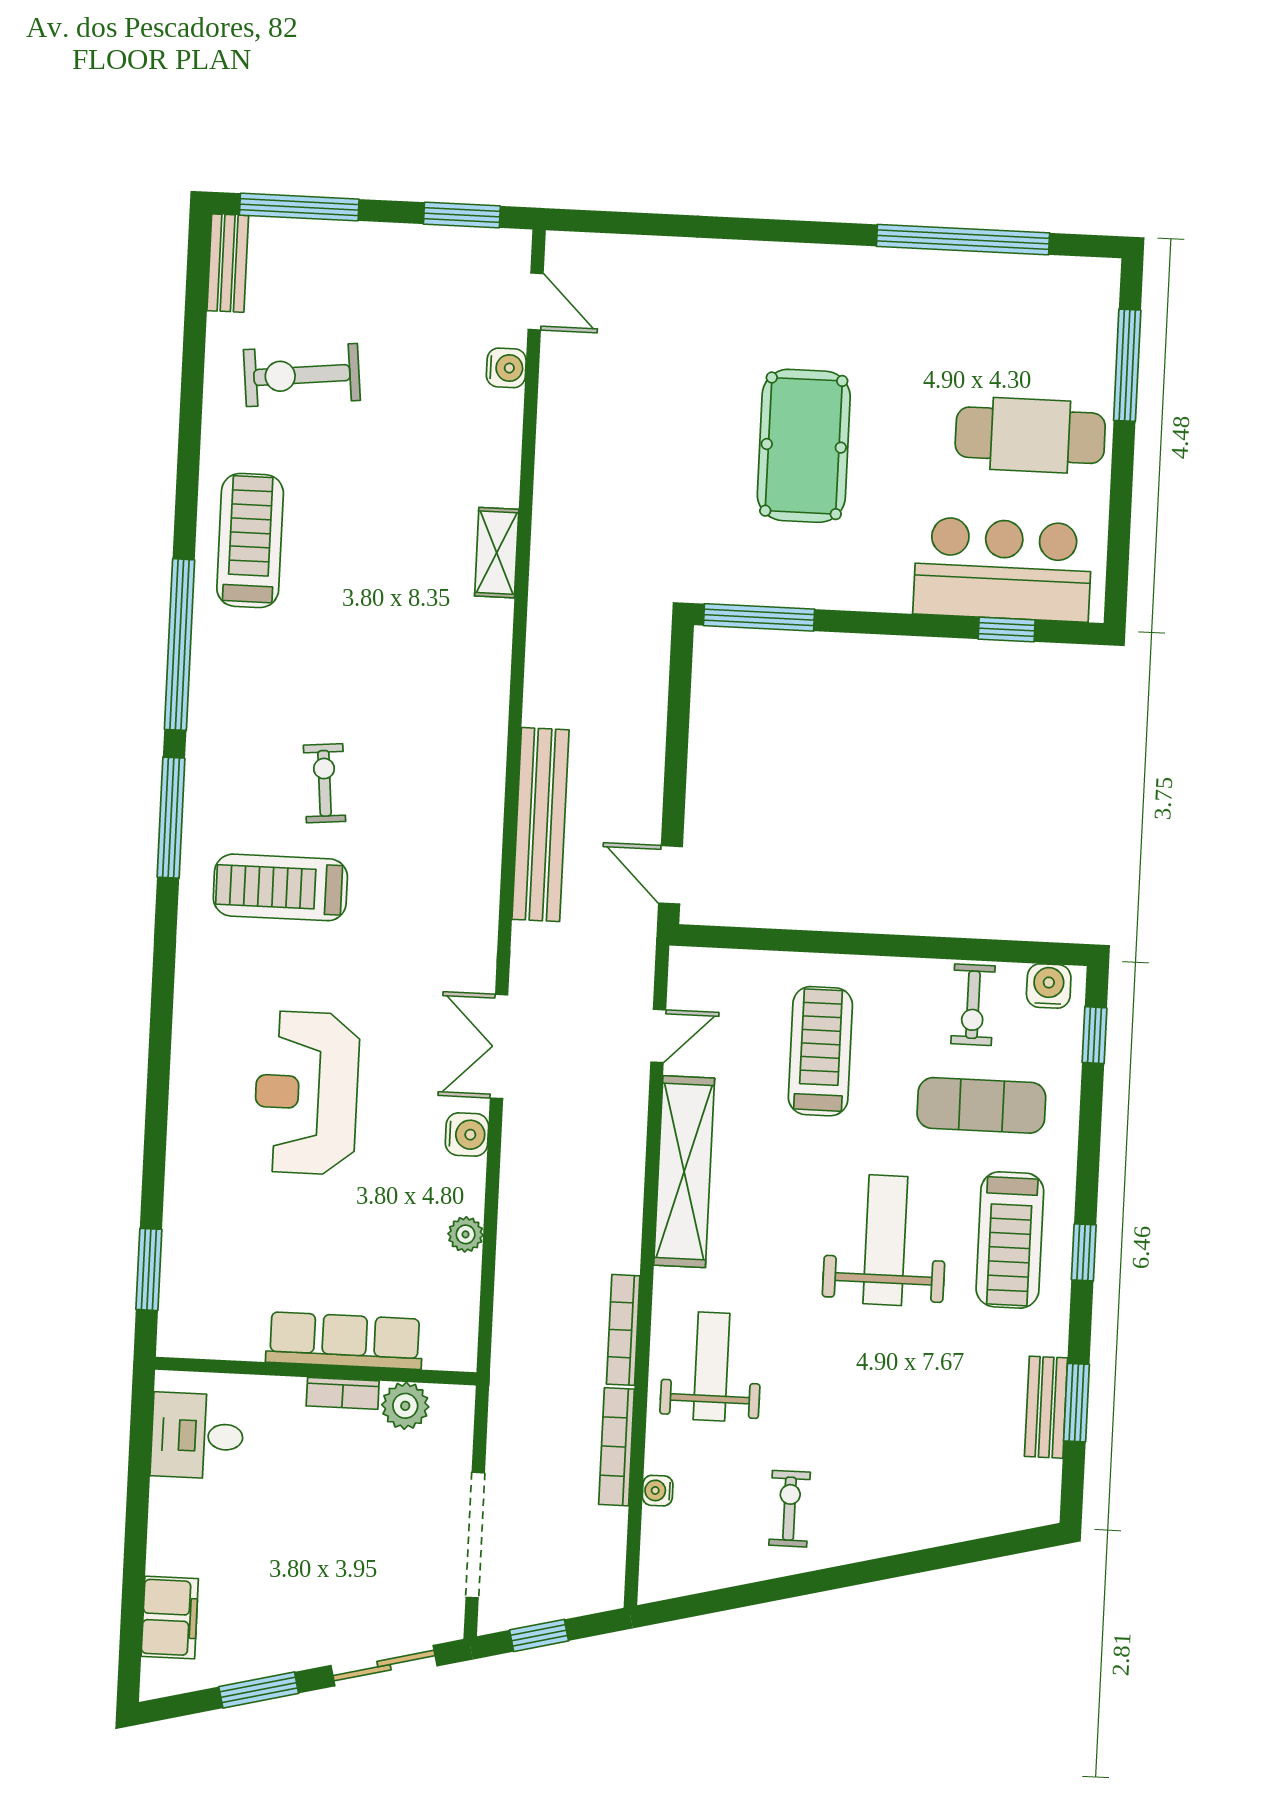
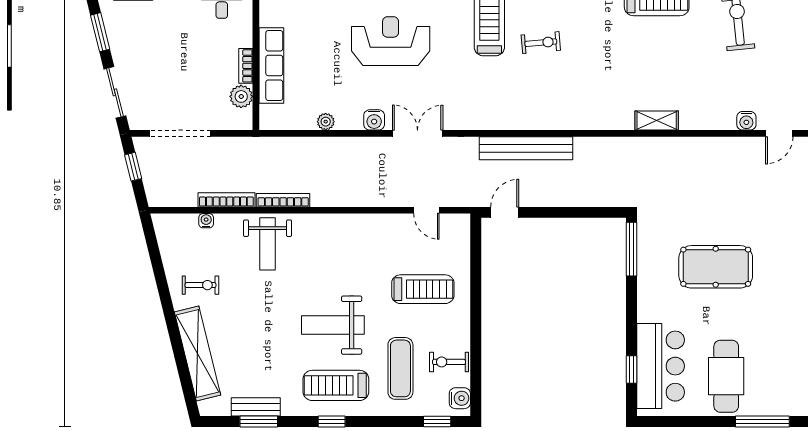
shelving: (684, 1172) -> (197, 354), moved, turned 76
weight bench: (885, 1240) -> (333, 325), turned 180
weight bench: (711, 1366) -> (268, 244), turned 90

